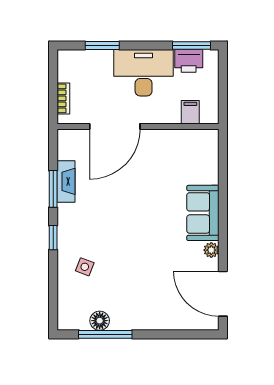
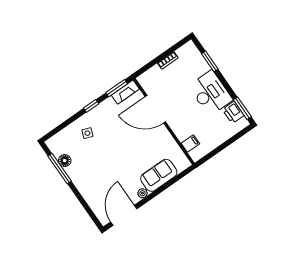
filing cabinet: (190, 112) -> (190, 144), moved
door: (115, 126) -> (155, 109), moved
wall: (138, 126) -> (164, 121), moved

